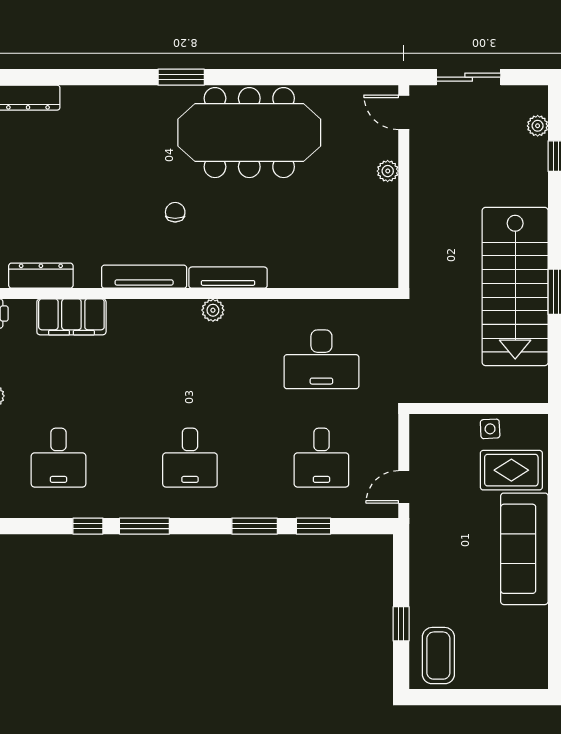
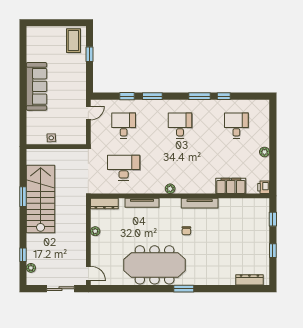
plant: (388, 171) -> (95, 231), moved
dresser: (41, 276) -> (104, 204), moved
tv unit: (228, 278) -> (142, 203), moved
rug: (511, 470) -> (42, 120), removed

